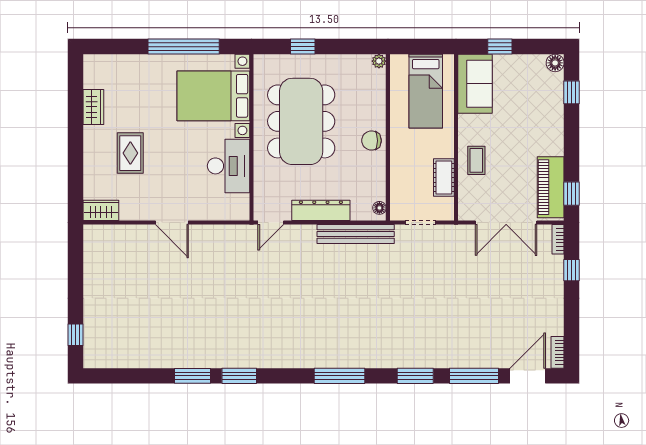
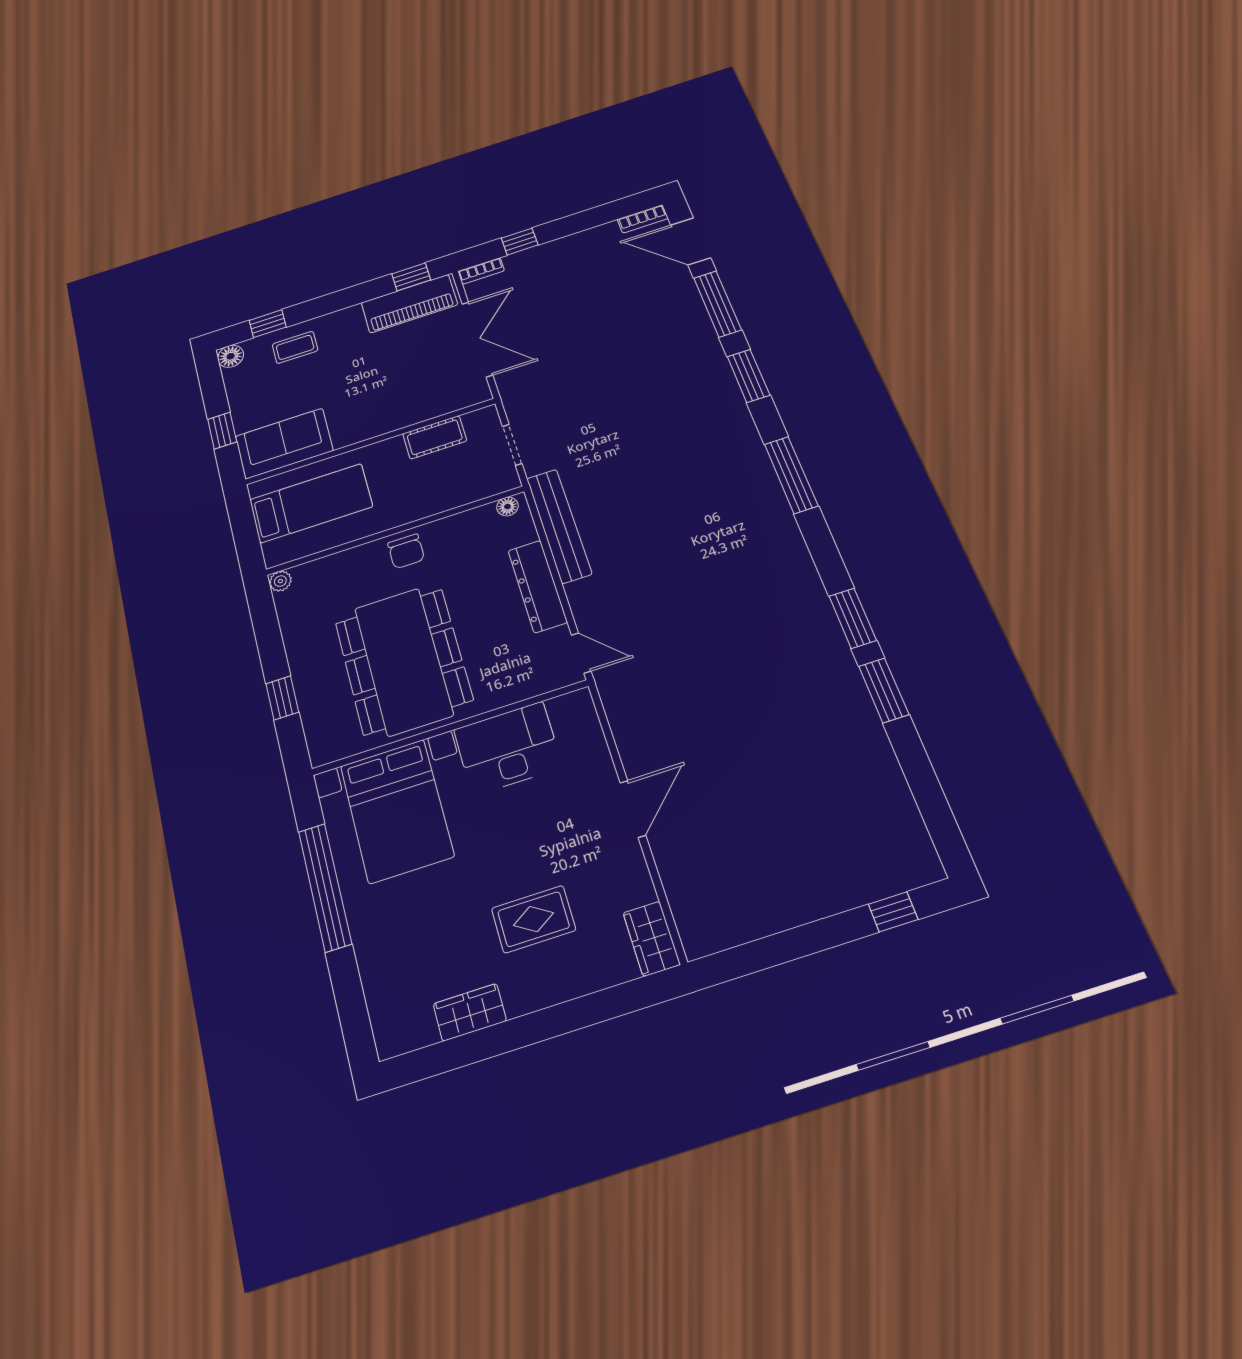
dining table: (301, 121) -> (403, 661), turned 90
coffee table: (476, 160) -> (295, 347), moved

